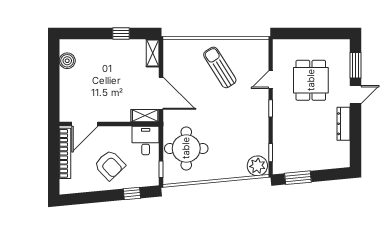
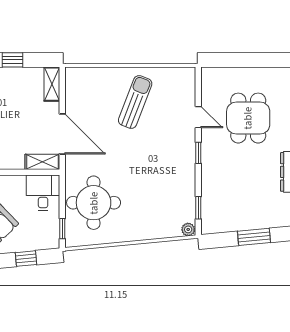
sun lounger: (220, 67) -> (135, 102), turned 53
door: (271, 80) -> (198, 117), swing flipped
plant: (257, 166) -> (188, 229), width x0.53, depth x0.53
window: (298, 178) -> (254, 237), moved

